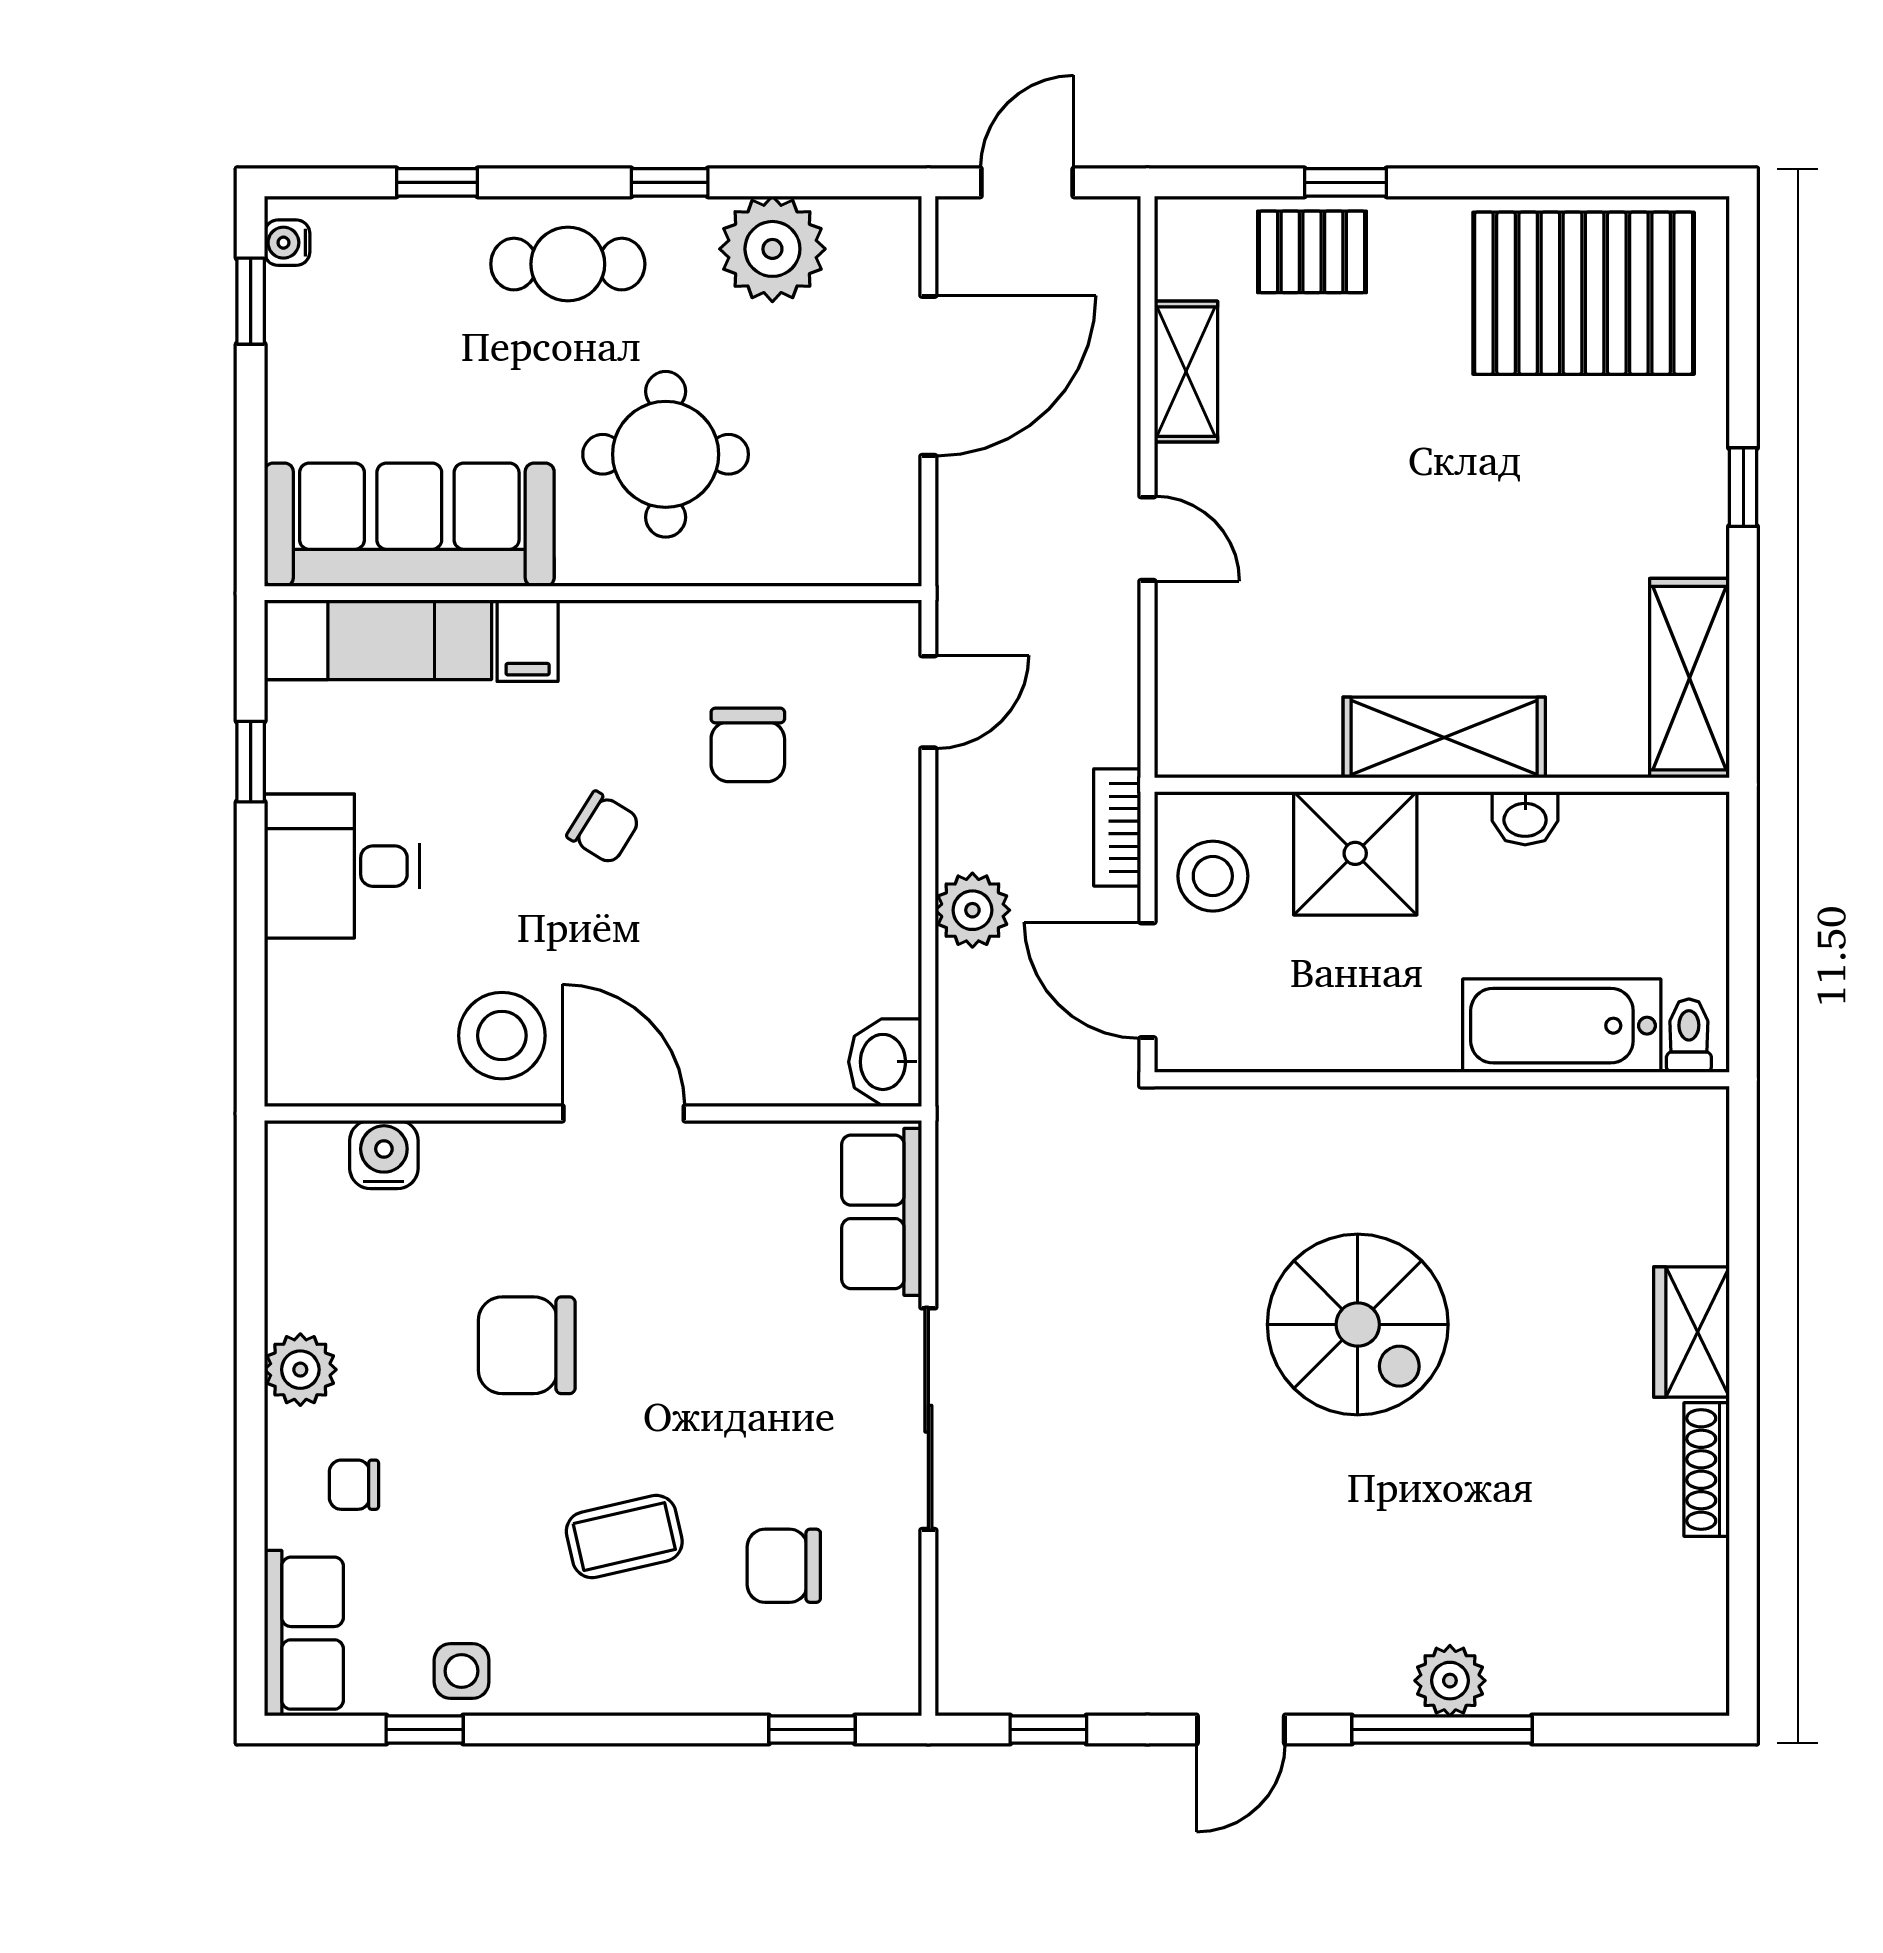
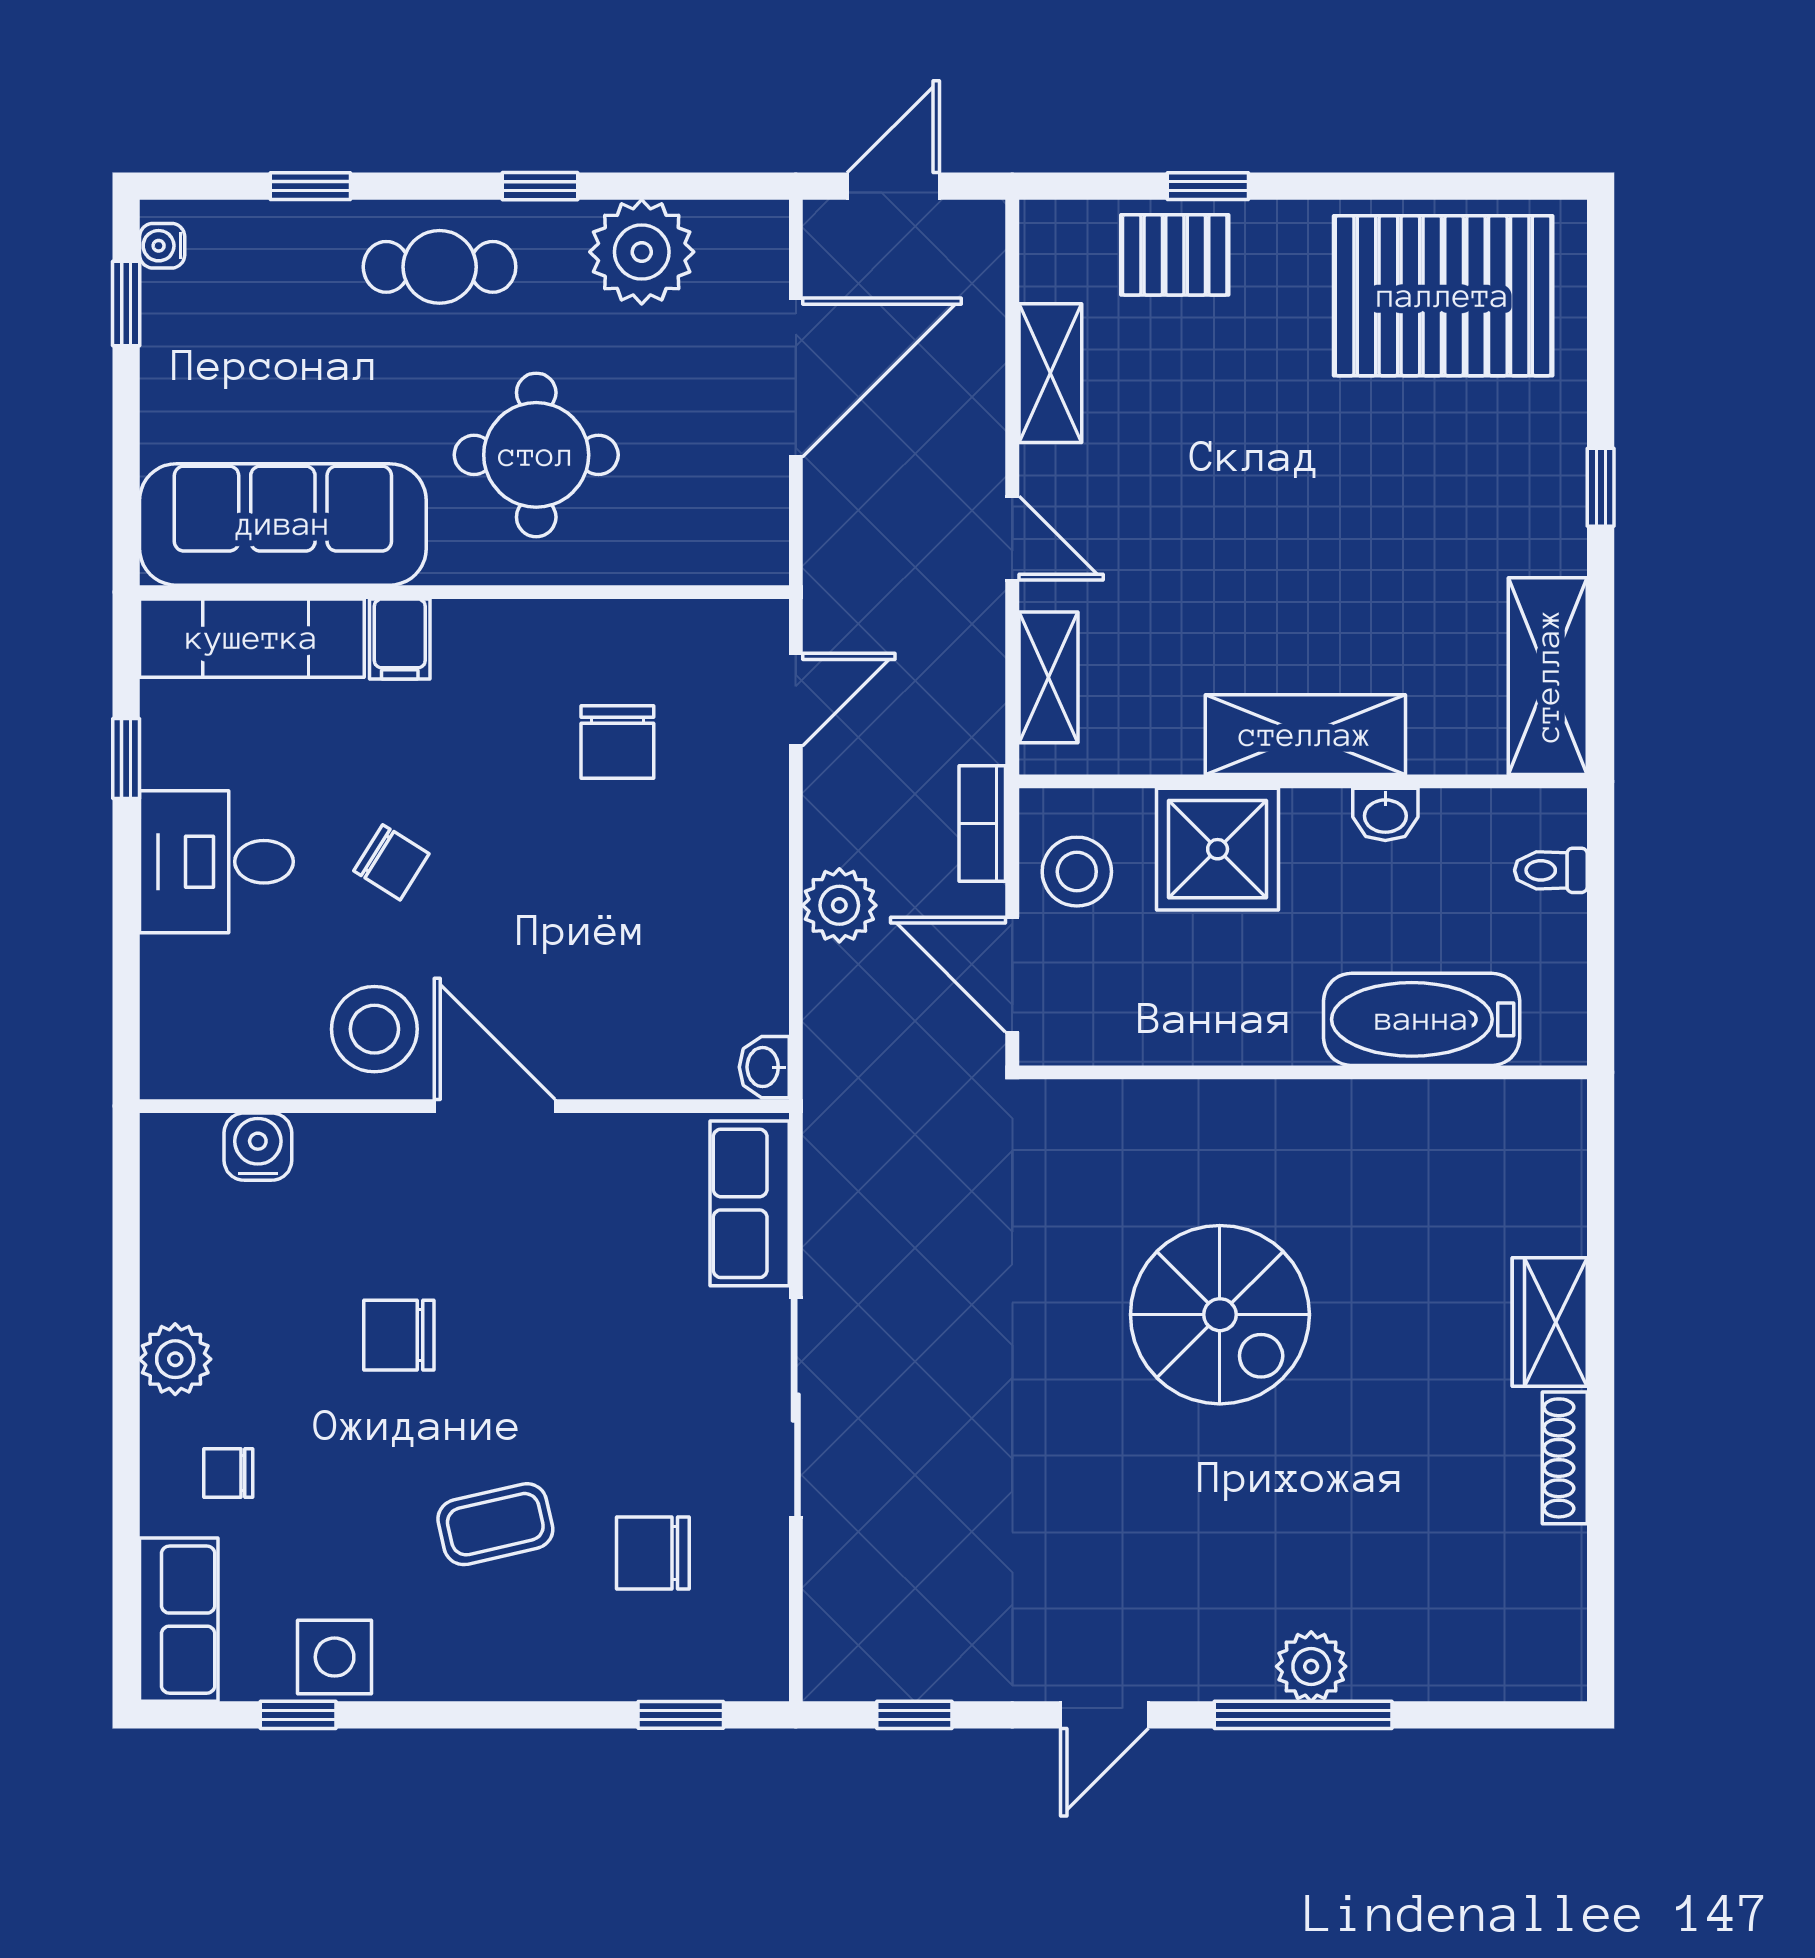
shelving: (1184, 680) -> (1048, 677), added
chair: (603, 828) -> (391, 862), moved
toilet: (1689, 1036) -> (1551, 870), moved, turned -90
washbasin: (885, 1062) -> (764, 1067), width x0.72, depth x0.69
chair: (527, 1345) -> (399, 1335), width x0.73, depth x0.73
side table: (462, 1671) -> (335, 1657), width x1.37, depth x1.37

